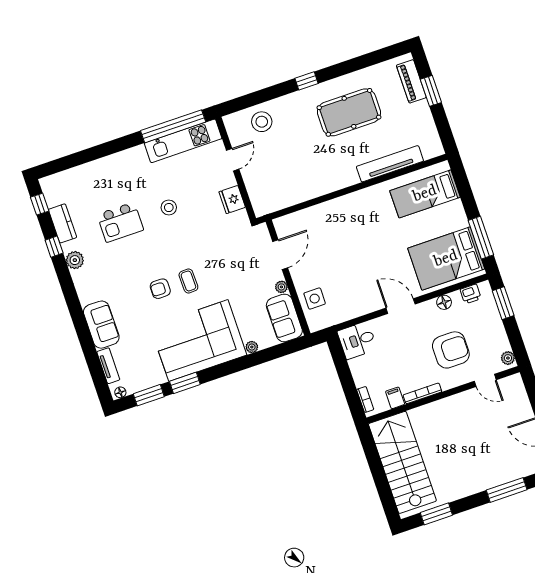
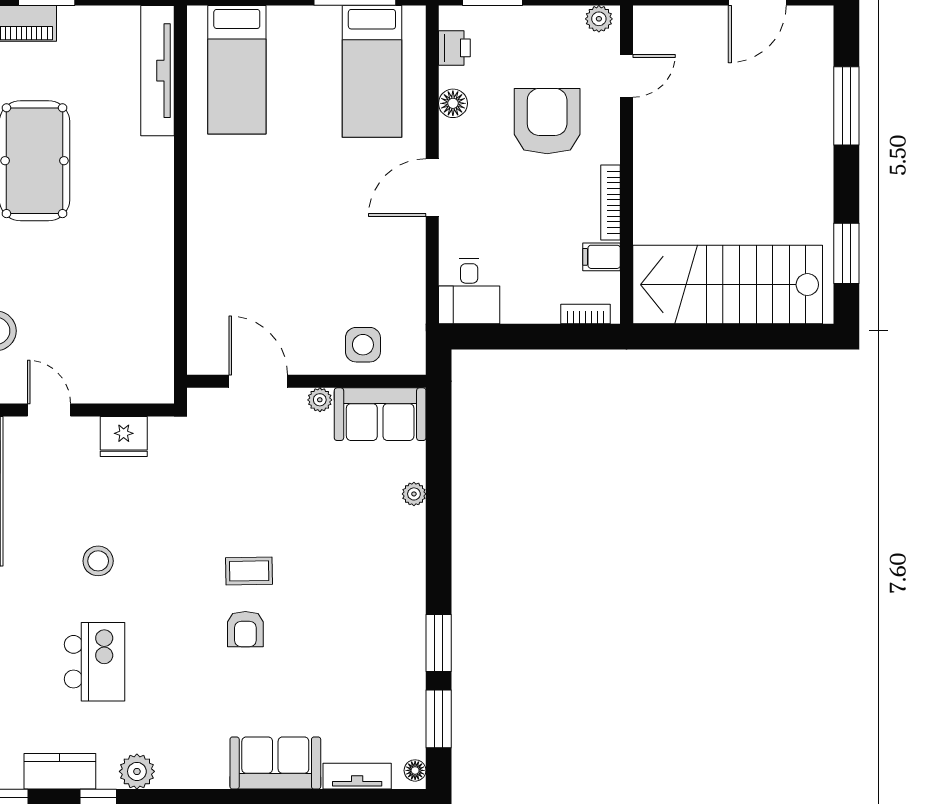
tv unit: (390, 164) -> (157, 71), moved
bed: (446, 259) -> (372, 71), width x0.67
corner sofa: (198, 341) -> (368, 590), removed

